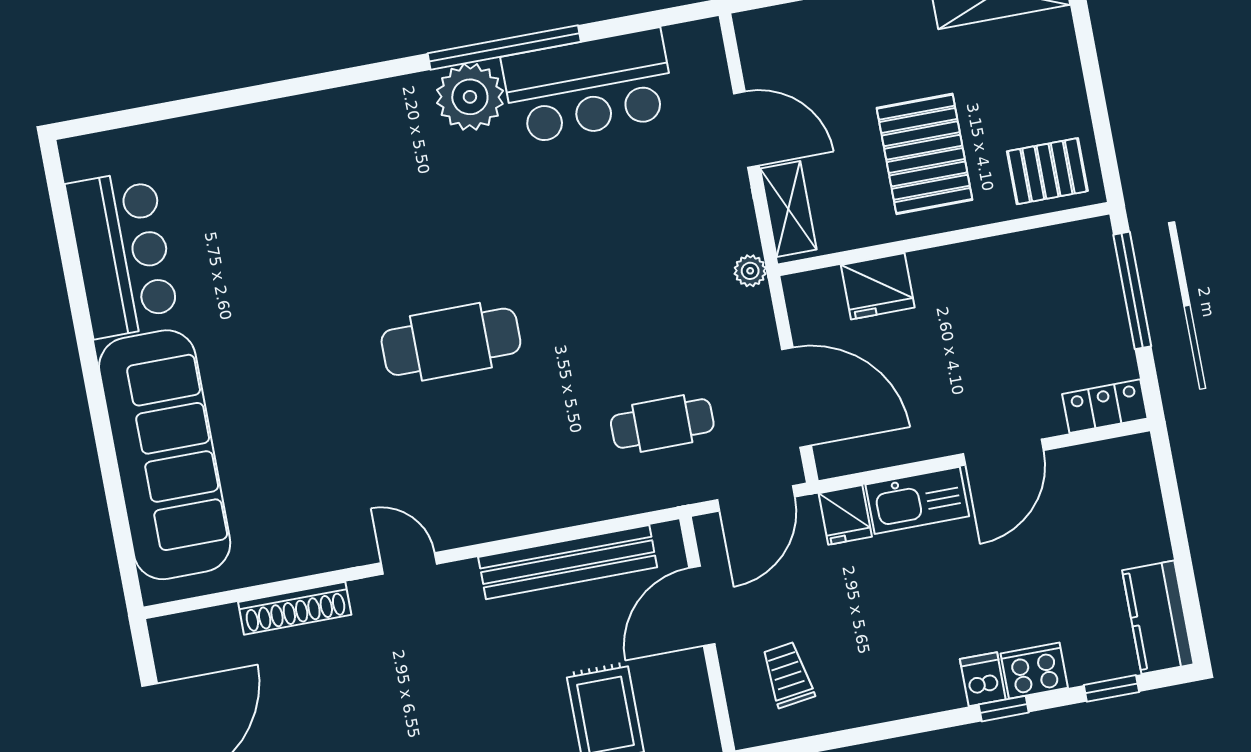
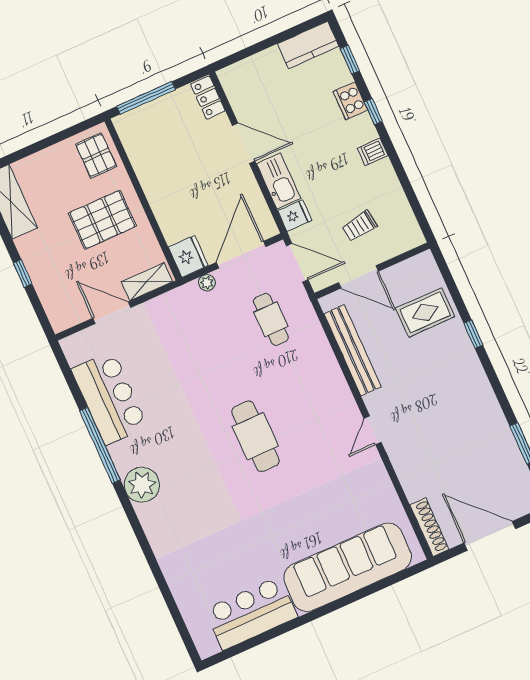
plant: (470, 97) -> (142, 485), moved
door: (746, 129) -> (112, 313), hinge flipped
plant: (750, 271) -> (207, 283), moved
fridge: (878, 286) -> (188, 256), moved
shoe rack: (295, 608) -> (429, 527), moved
trolley: (788, 675) -> (360, 226), moved
dishwasher: (983, 679) -> (373, 152), moved

